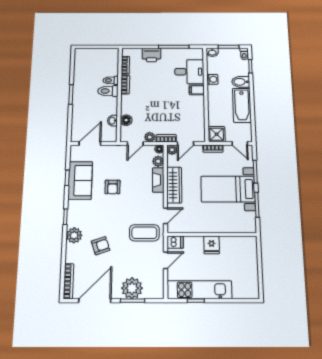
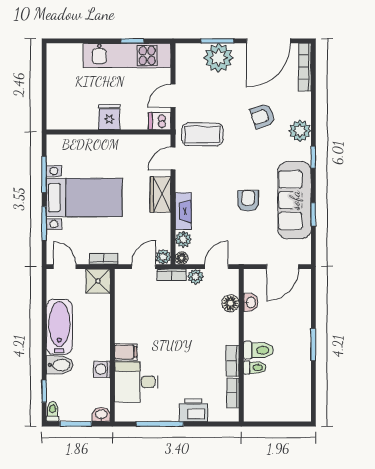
sofa: (80, 180) -> (295, 200), width x1.36
wardrobe: (174, 185) -> (160, 195), width x0.67

